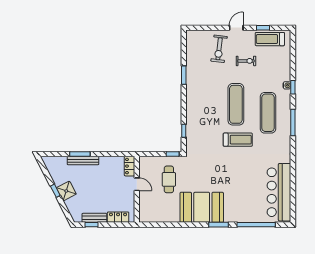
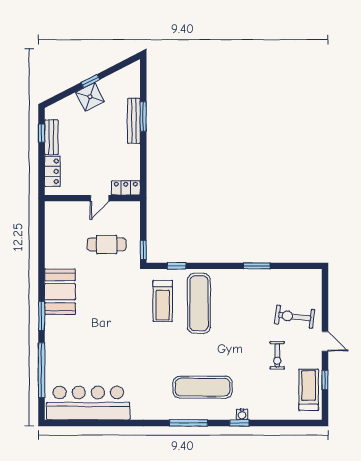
exercise mat: (236, 104) -> (199, 303), moved, turned 90
treadmill: (238, 140) -> (163, 301), moved
booth: (202, 207) -> (60, 292), width x0.73, depth x0.70

